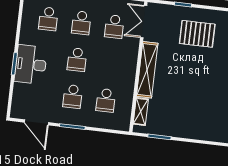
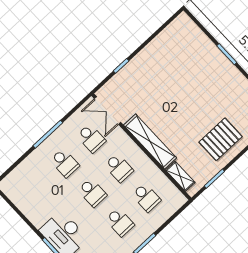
school desk: (48, 19) -> (119, 168), moved
pallet: (197, 34) -> (221, 139), moved

